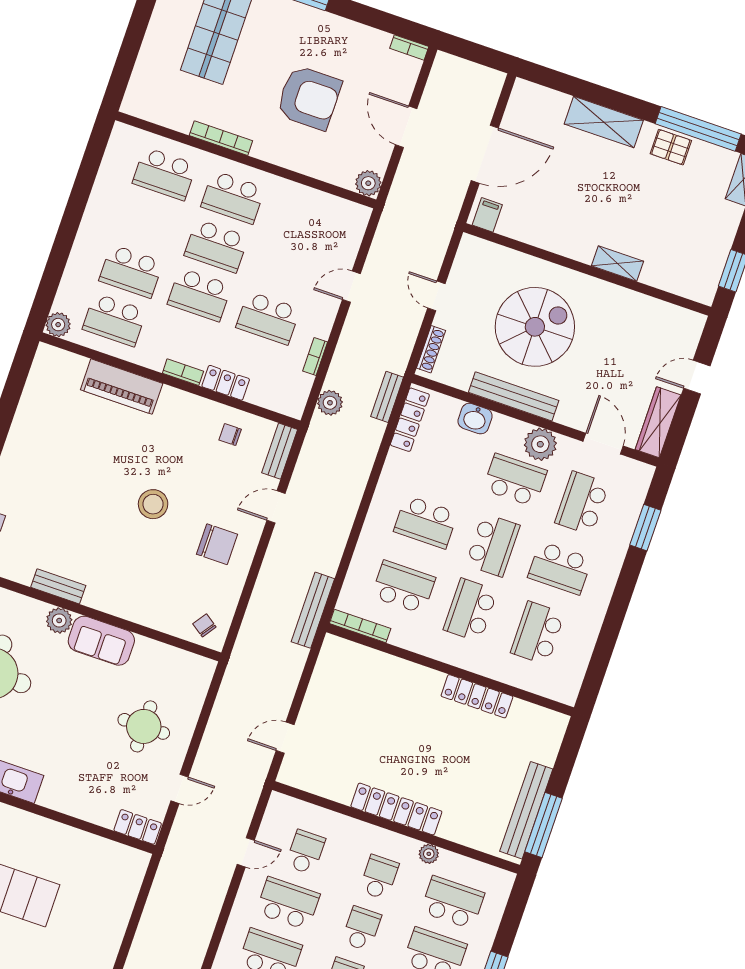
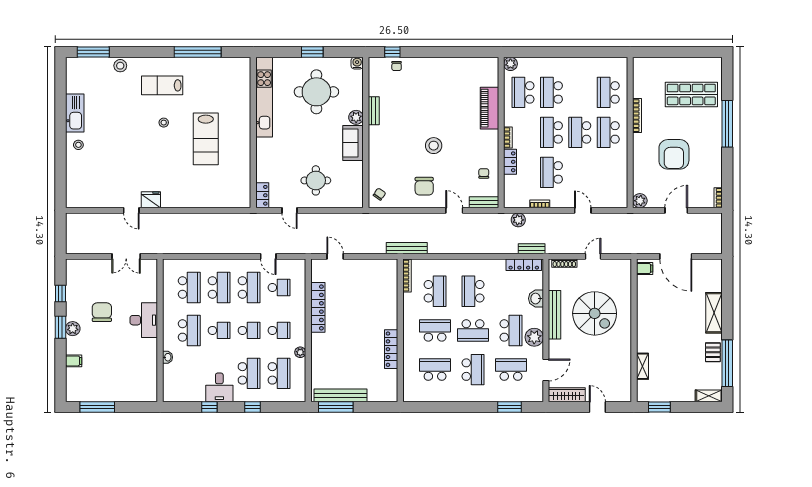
shelving: (618, 264) -> (642, 366), moved
school desk: (560, 568) -> (473, 370), turned 180
locker: (396, 809) -> (318, 307), moved

